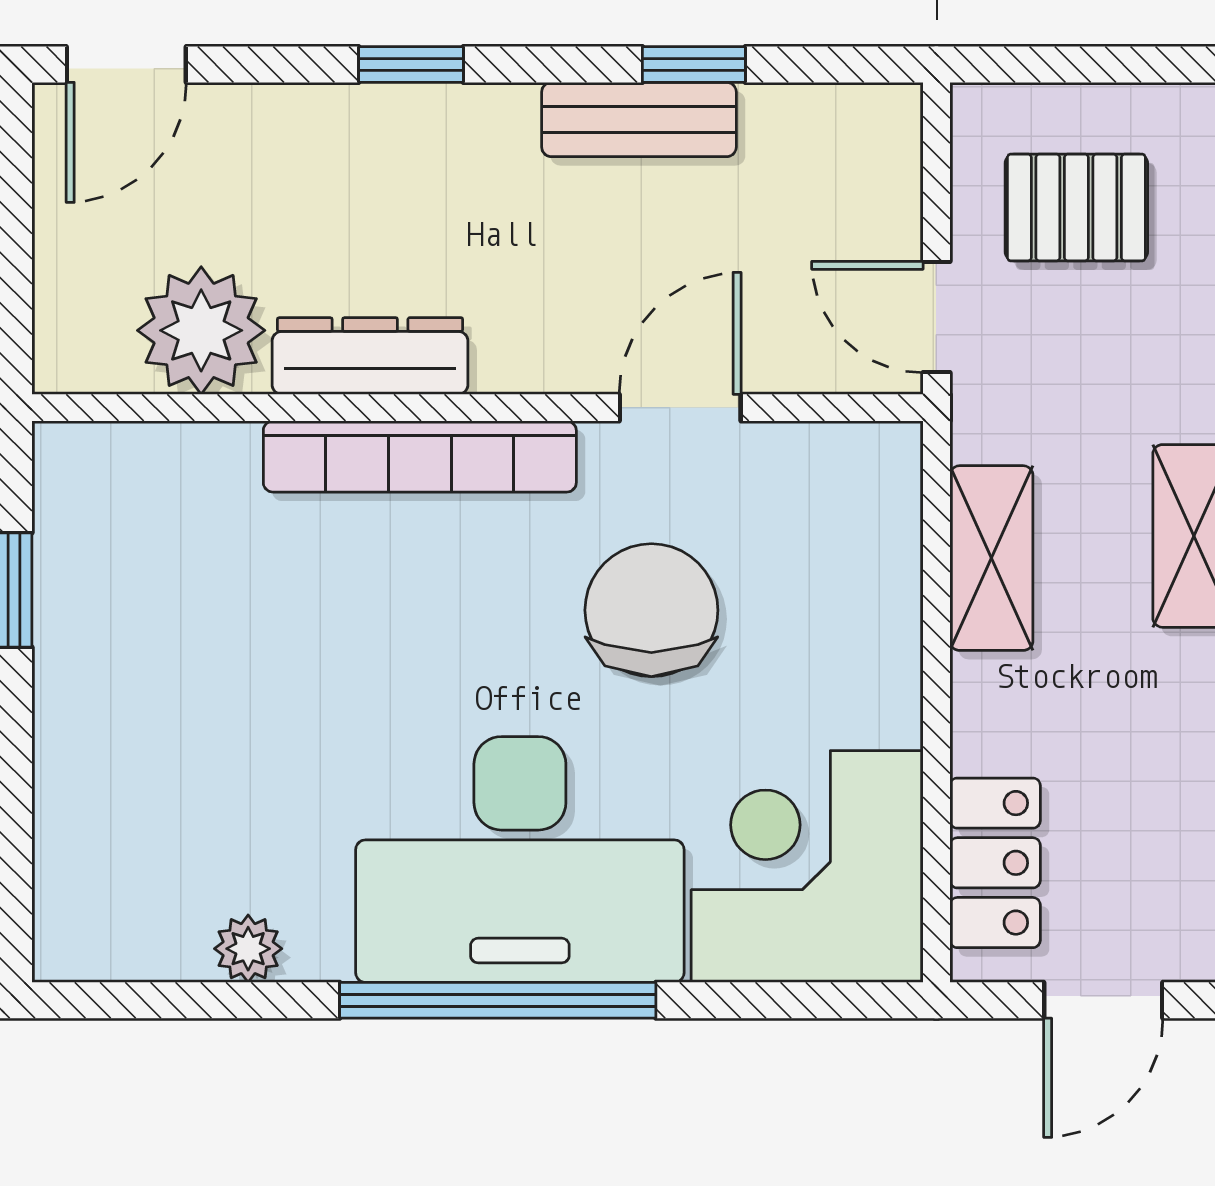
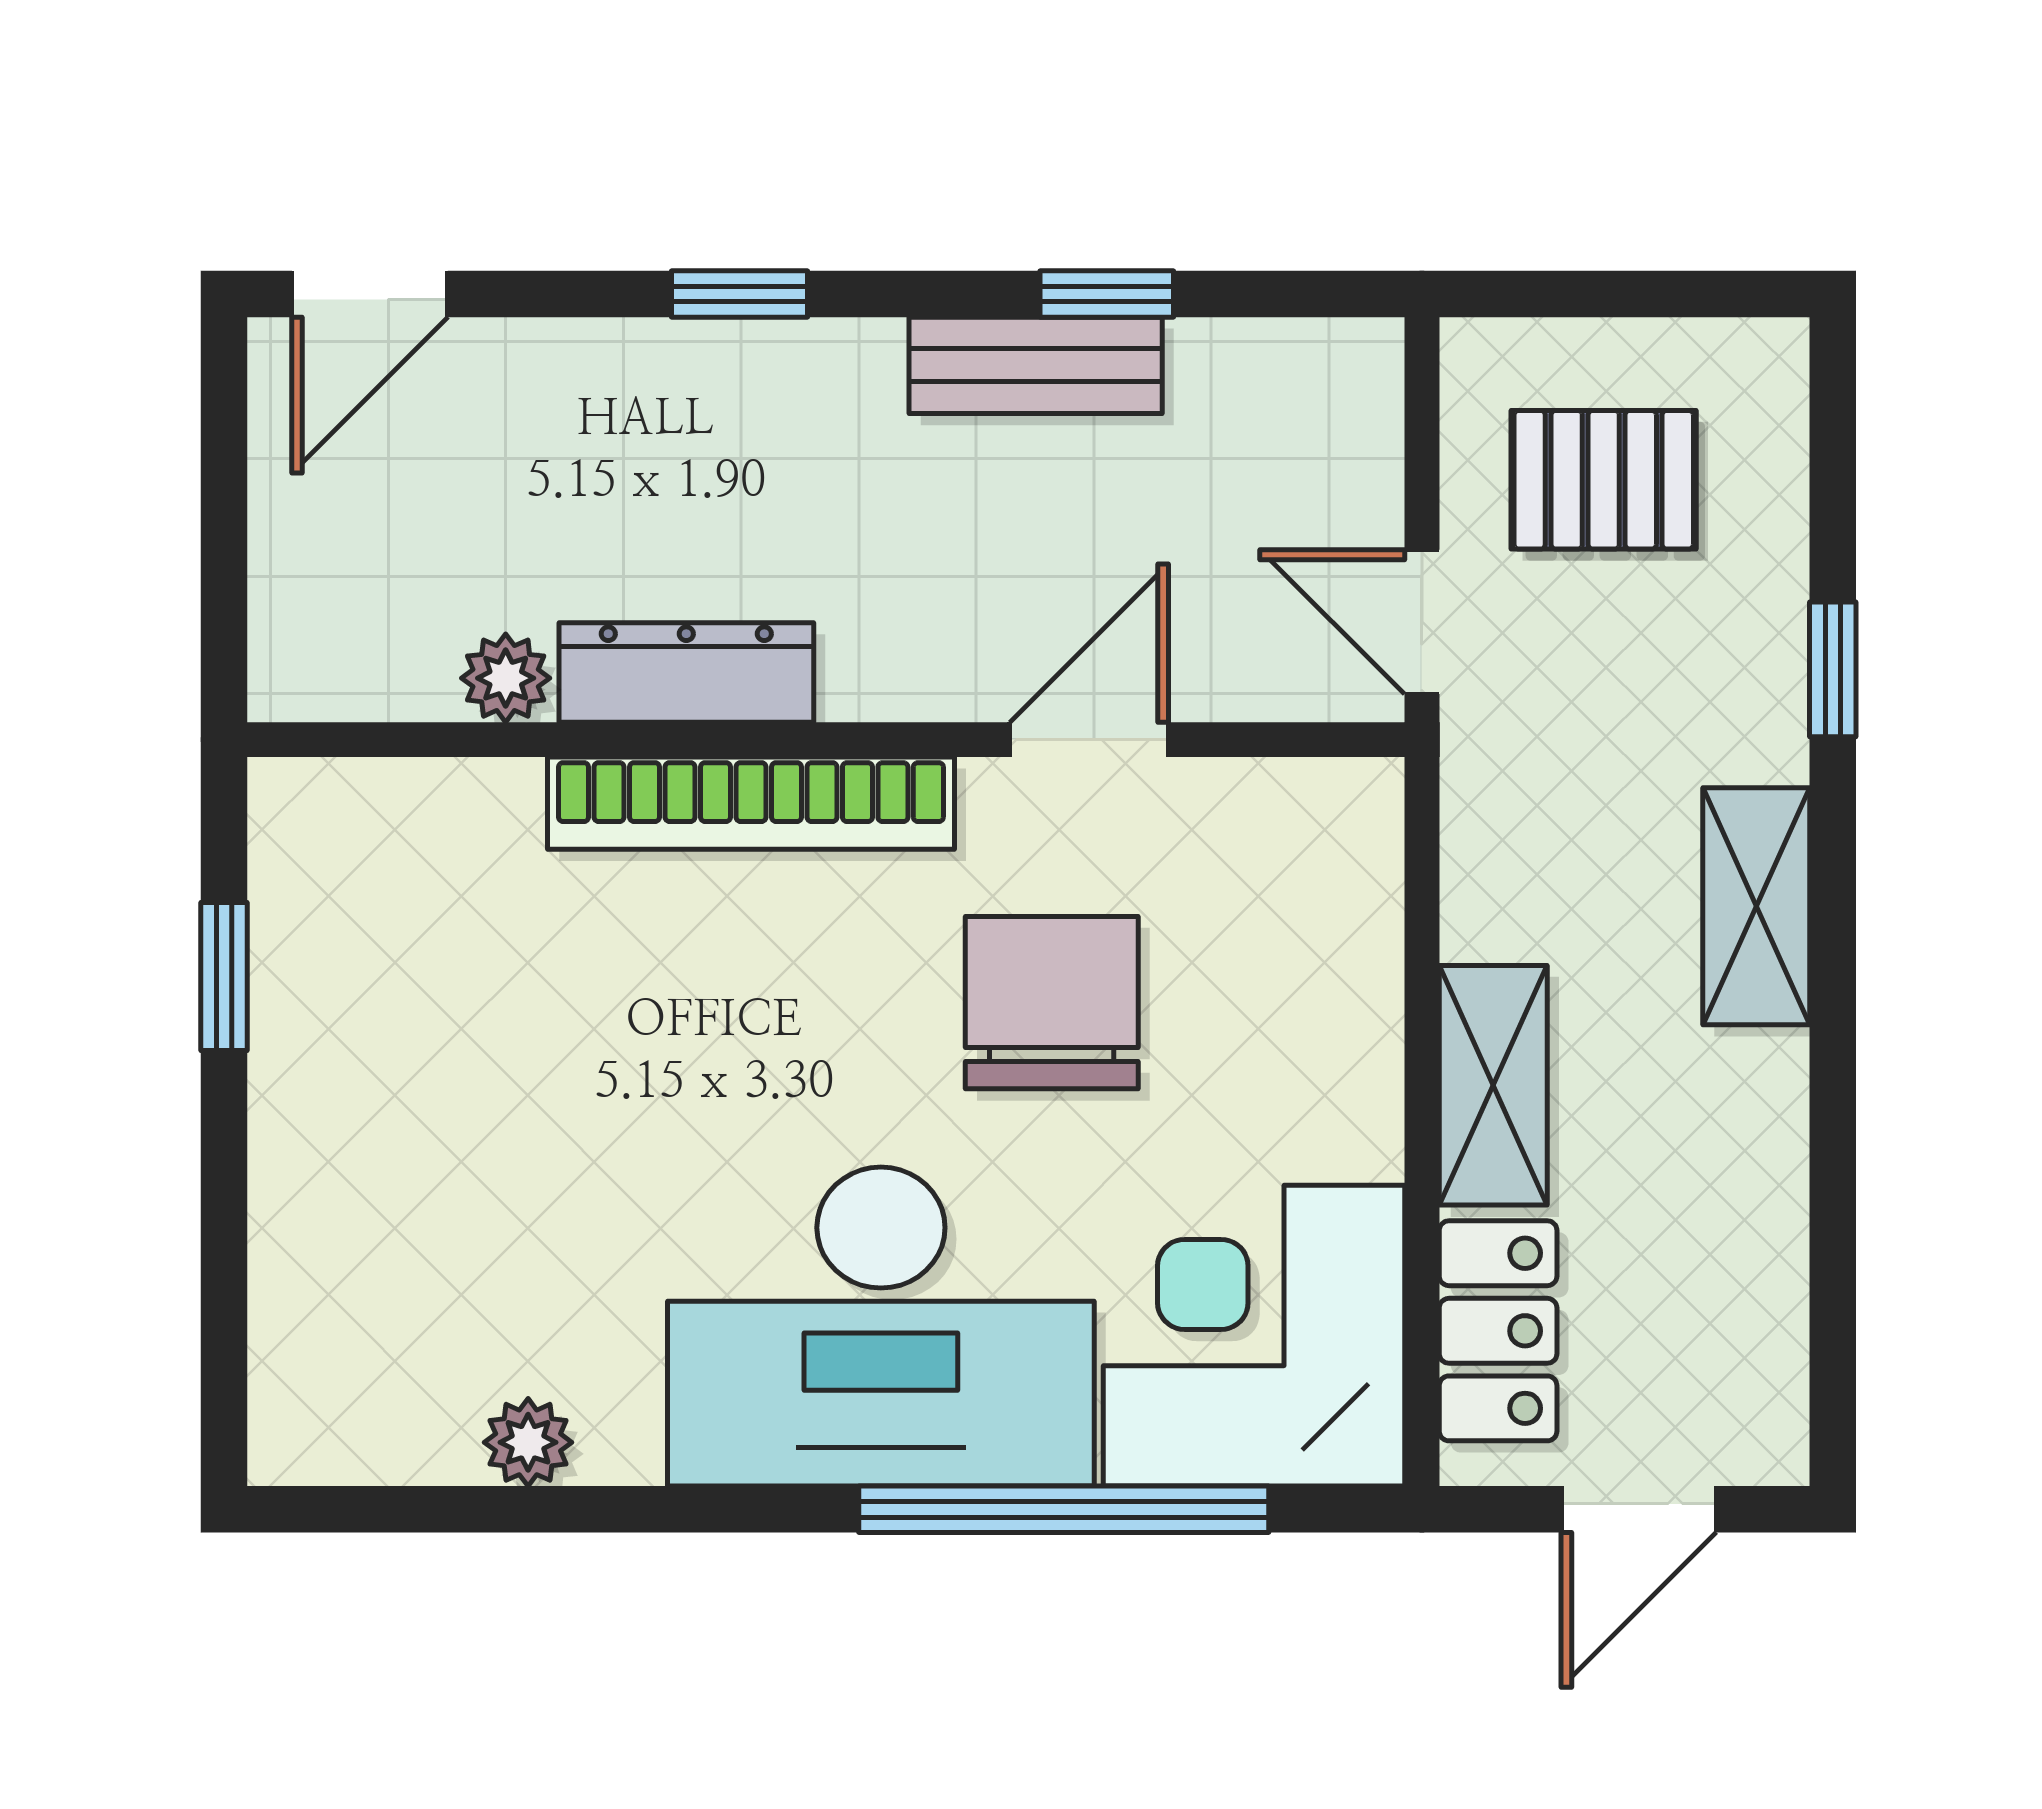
plant: (201, 330) -> (506, 678), width x0.53, depth x0.53
shelving: (991, 558) -> (1493, 1085), moved
window: (498, 1000) -> (1064, 1509), moved

